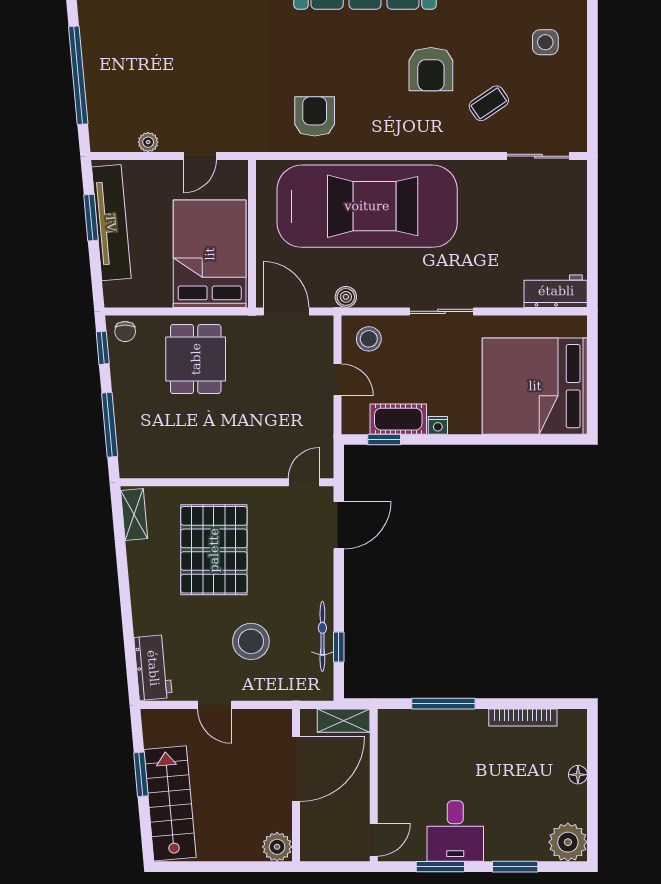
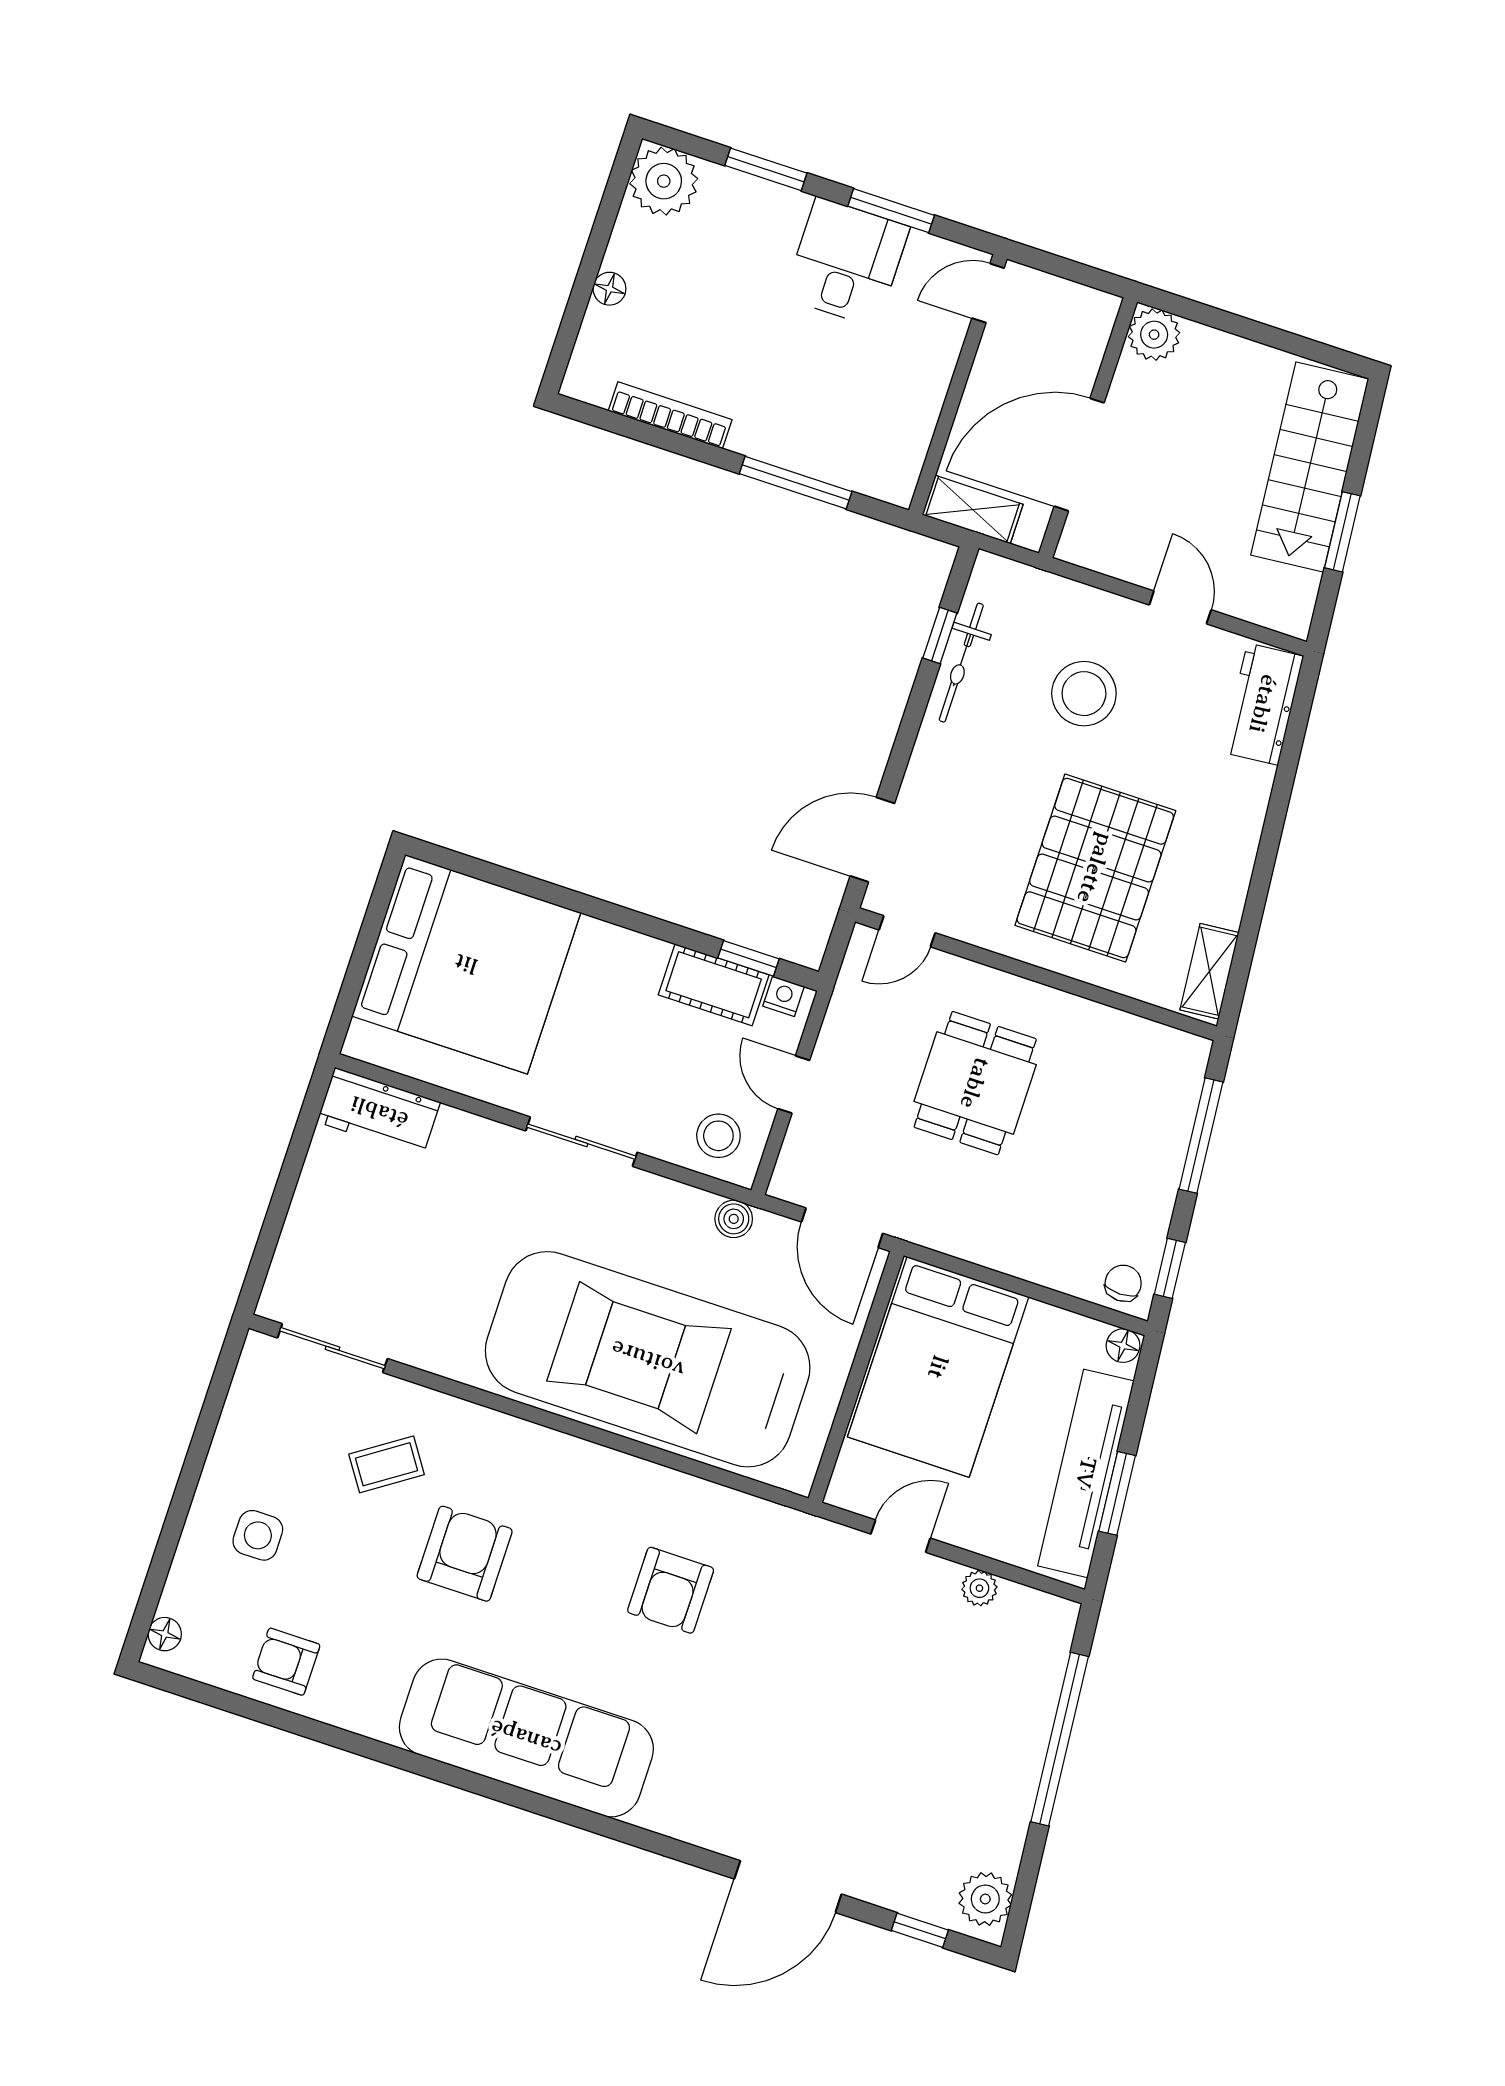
armchair: (315, 116) -> (671, 1590), moved
floor lamp: (114, 298) -> (1123, 1346), added
dining table: (196, 359) -> (975, 1083), moved
nightstand: (438, 425) -> (783, 996), moved

